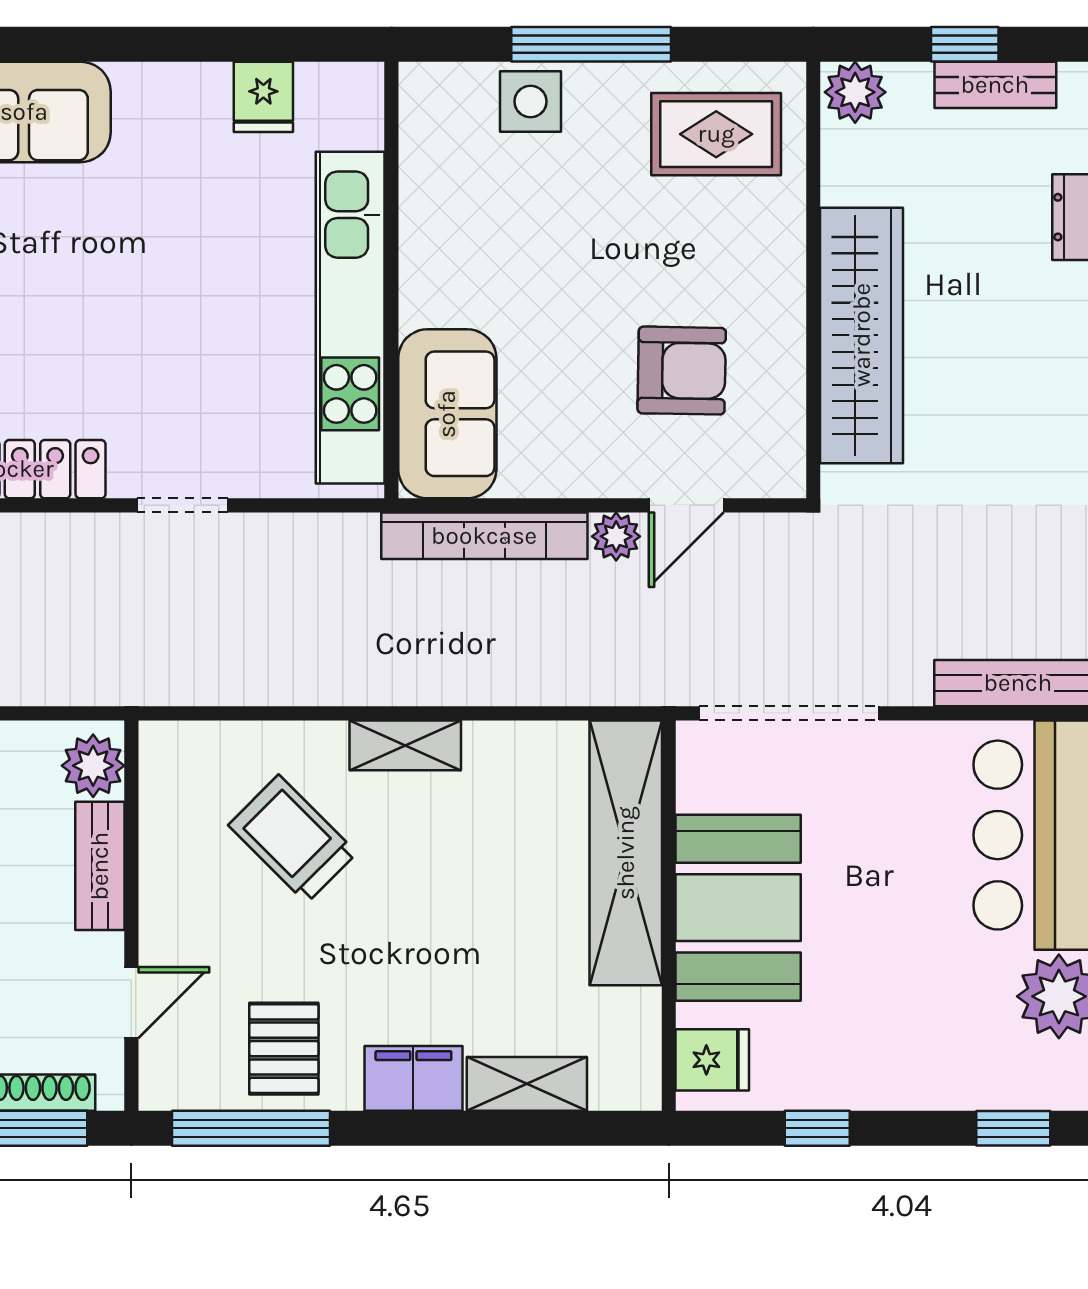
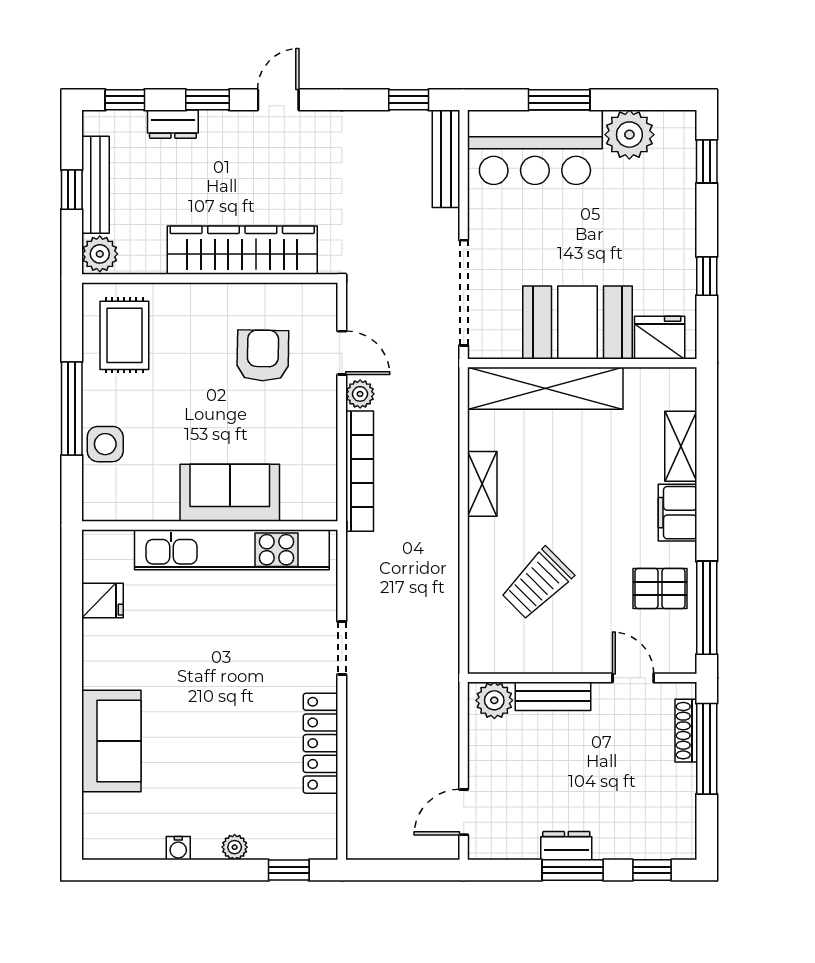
bench: (995, 85) -> (95, 185), width x1.36
sofa: (447, 414) -> (230, 493), moved
shelving: (405, 745) -> (482, 484), moved
fridge: (712, 1060) -> (660, 338), width x1.38

